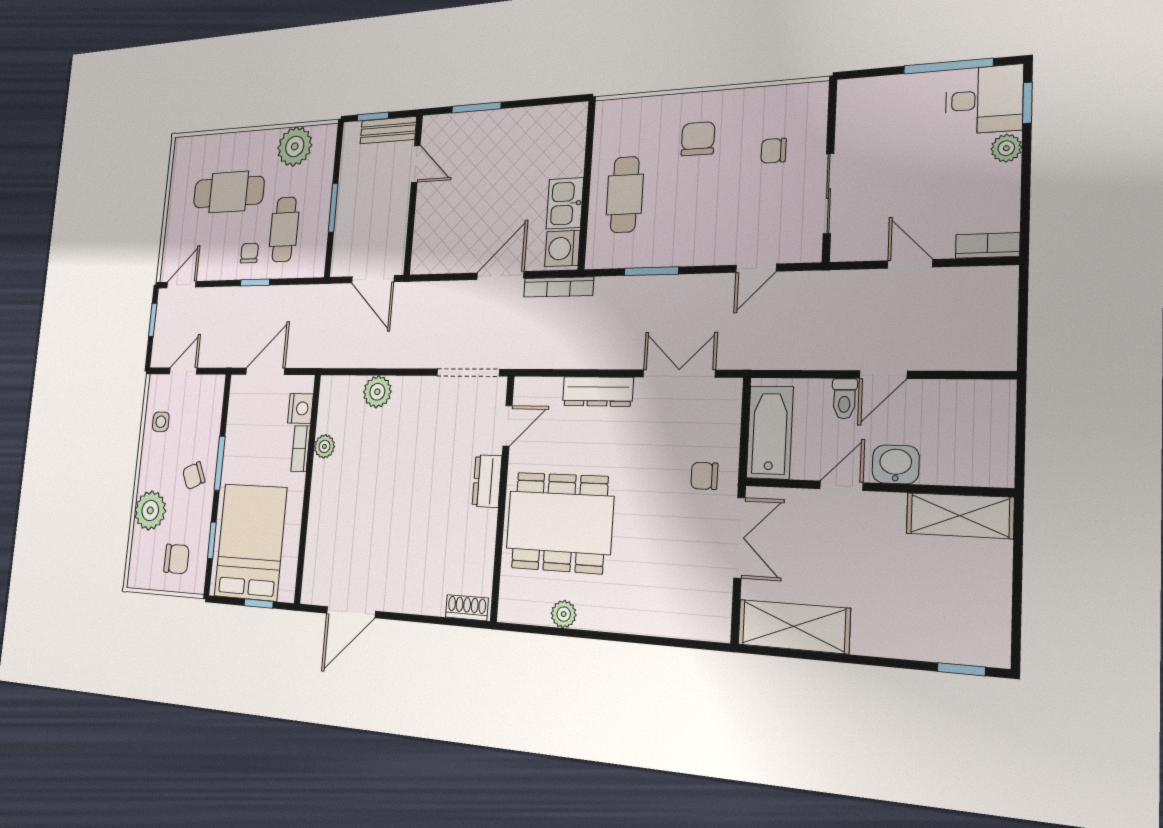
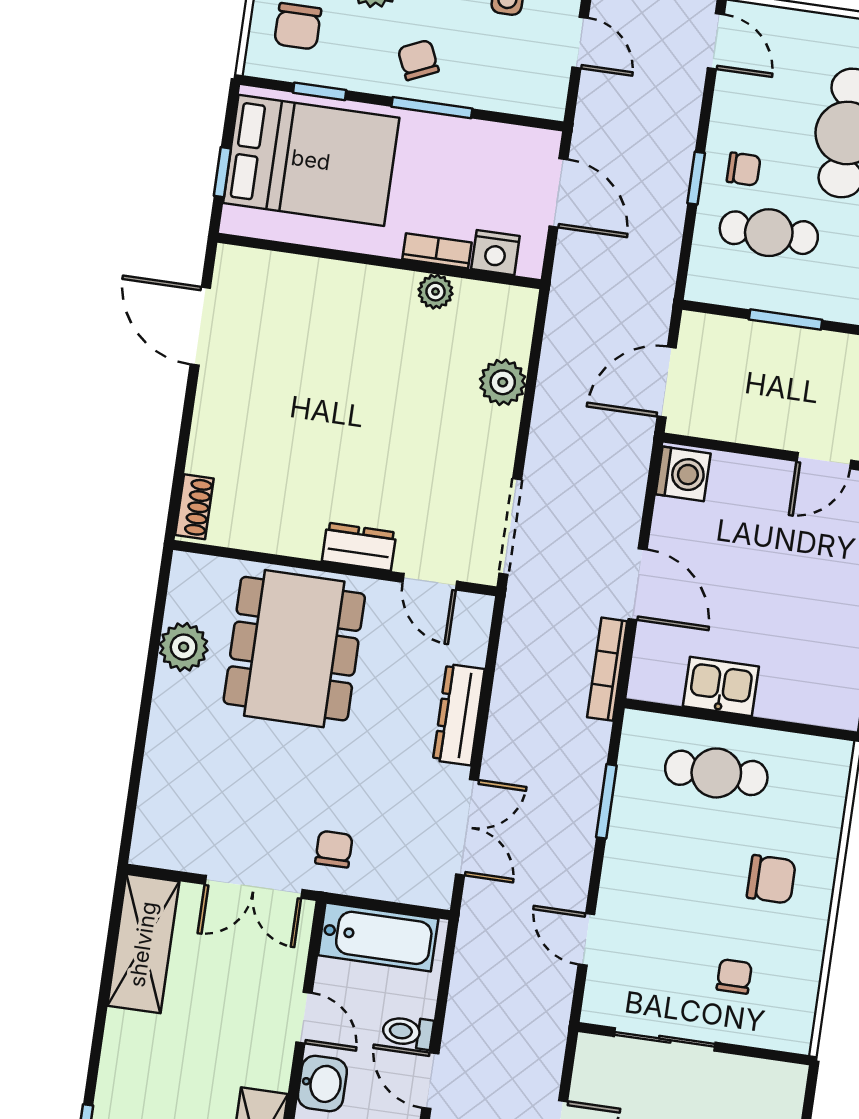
washing machine: (562, 249) -> (683, 474), moved, turned 90
plant: (564, 614) -> (184, 647), width x1.38, depth x1.38

